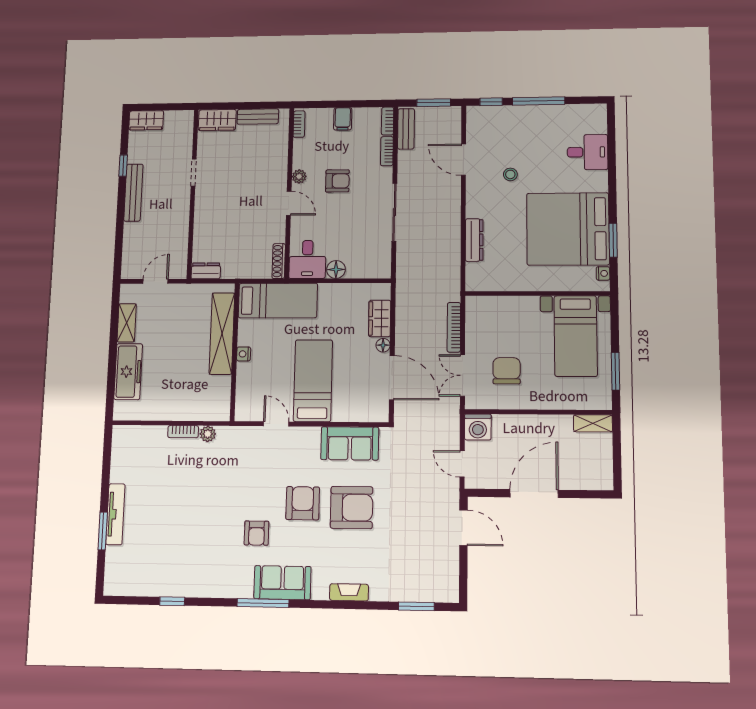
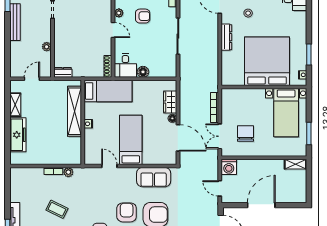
bed: (568, 229) -> (267, 61), moved, turned 90
plant: (181, 230) -> (47, 47), added
dresser: (474, 240) -> (226, 37), moved
coffee table: (186, 496) -> (57, 209), added

